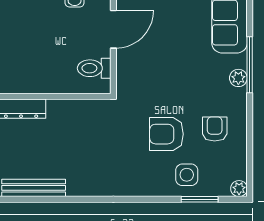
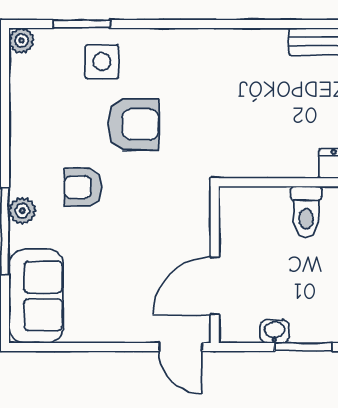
toilet: (94, 68) -> (306, 212), moved, turned 90
armchair: (215, 129) -> (83, 187), moved, turned 90

